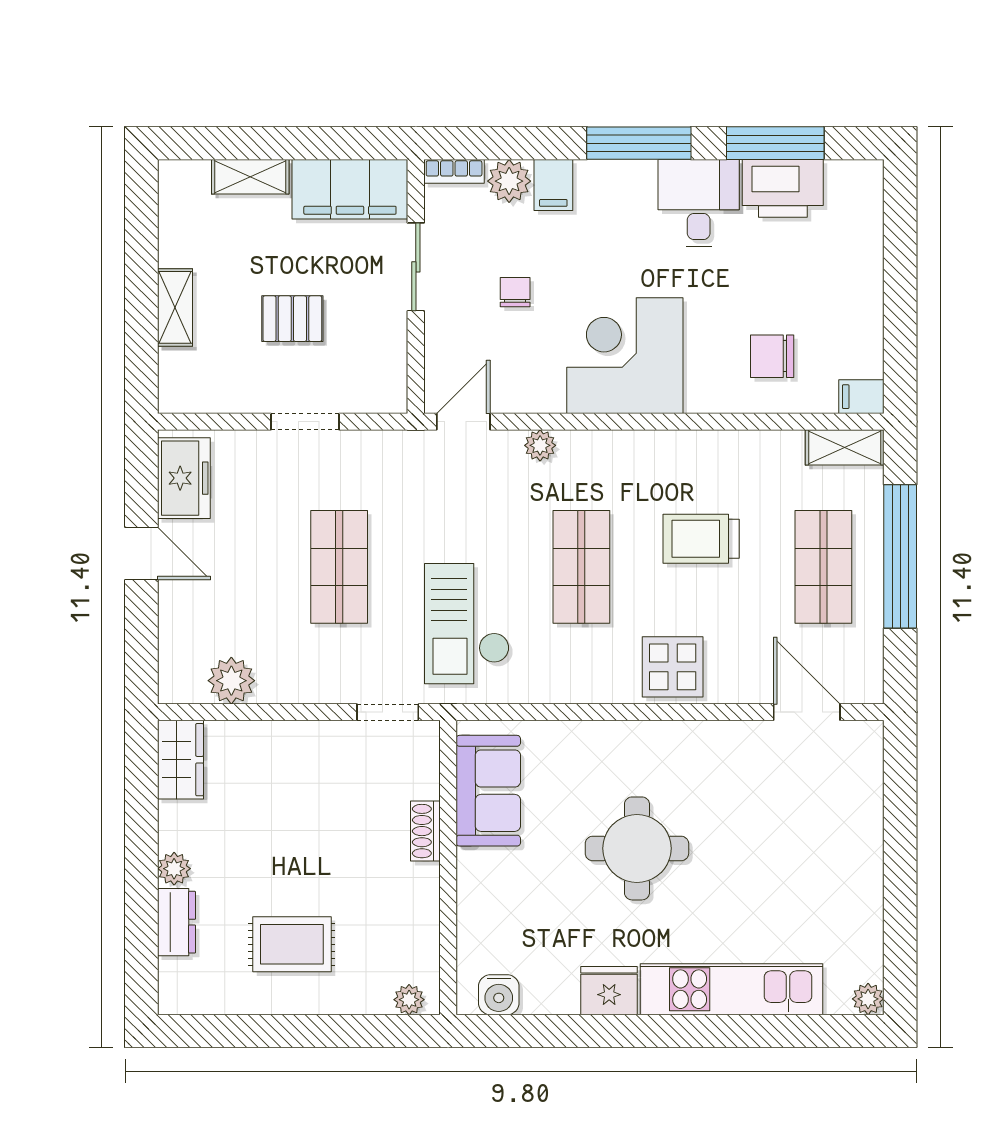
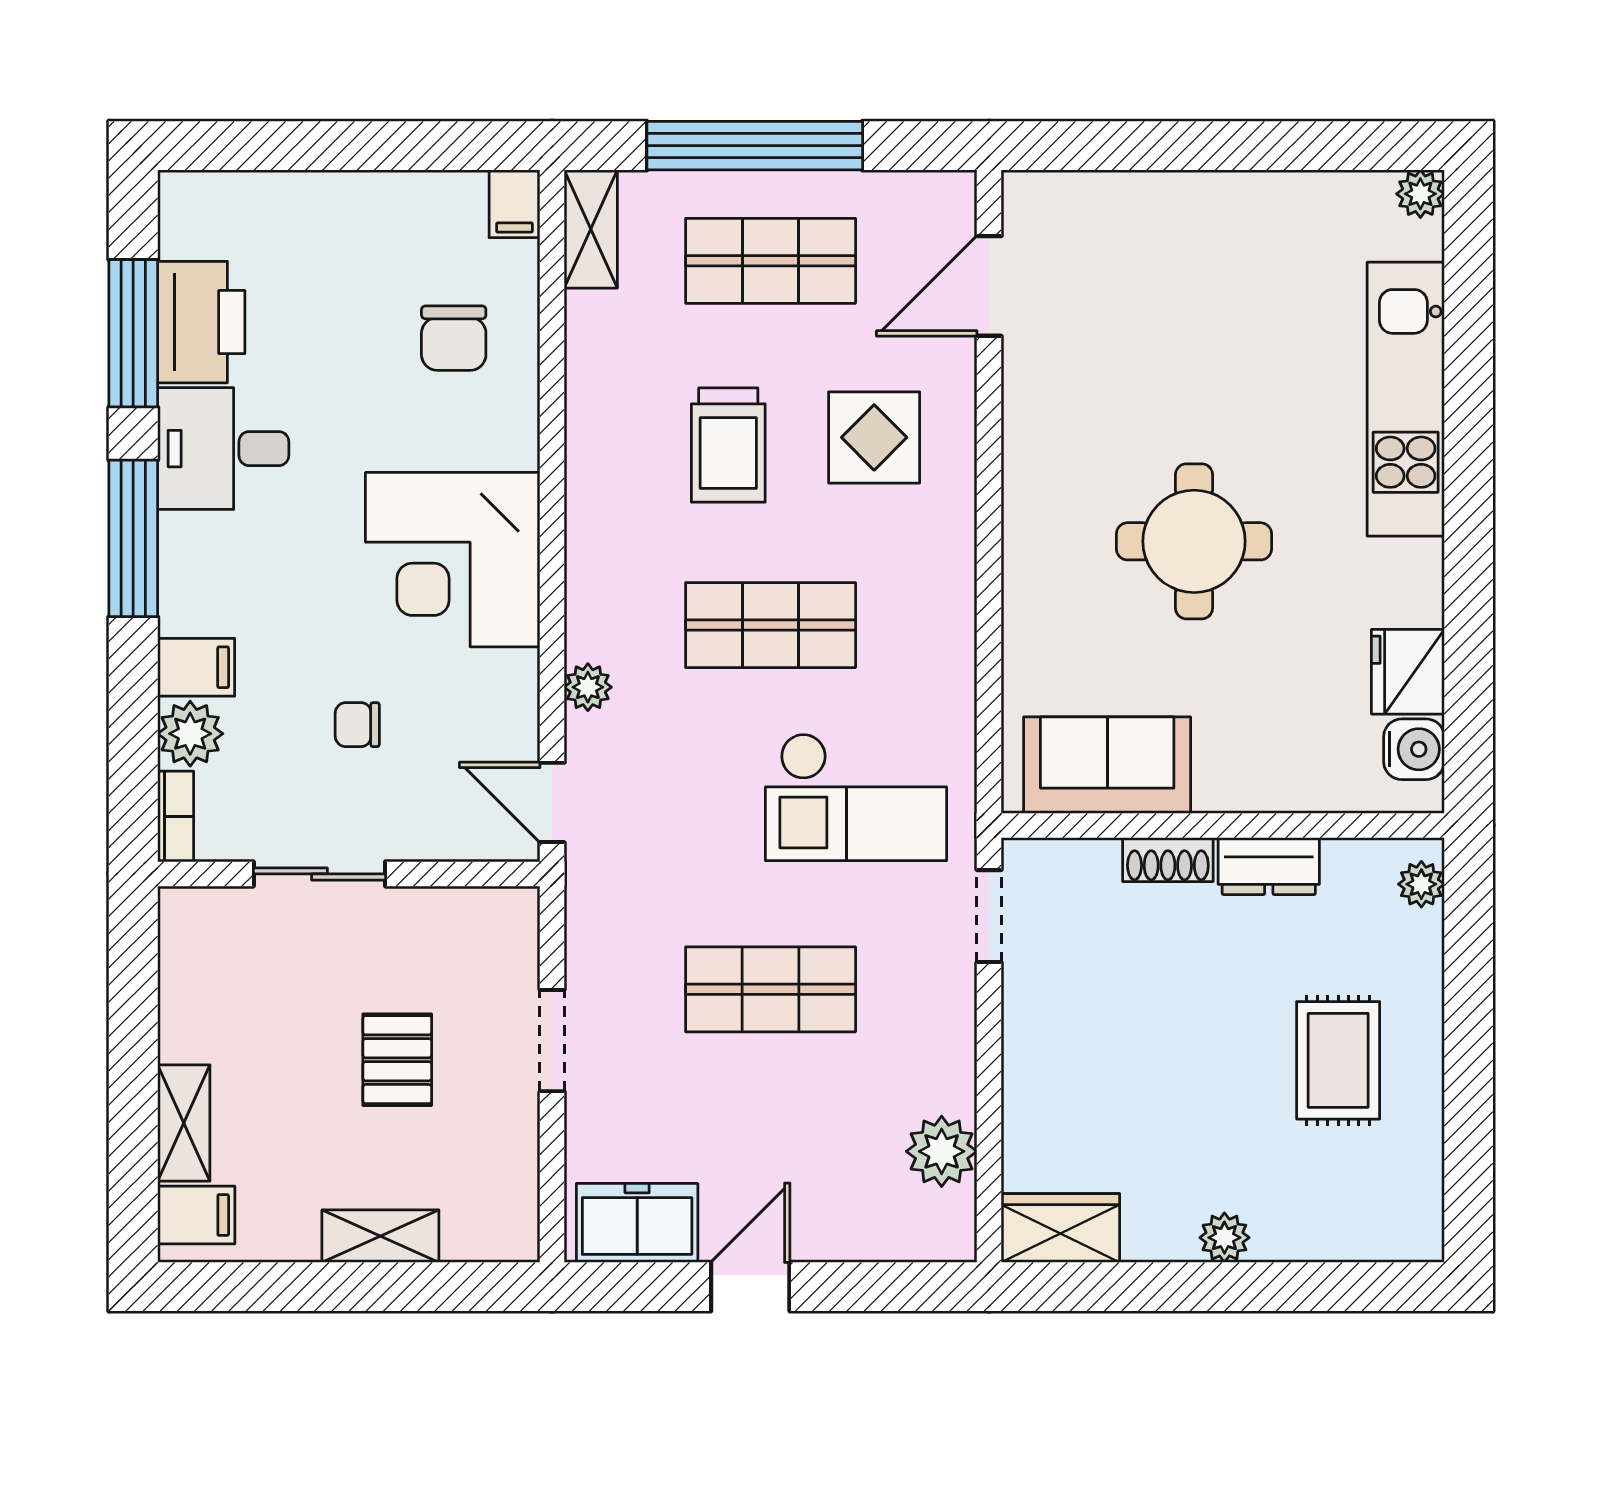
filing cabinet: (350, 189) -> (196, 1215), moved, width x0.33, depth x0.86
display table: (673, 667) -> (874, 437), moved
dresser: (176, 922) -> (1269, 866), moved, turned 180
fridge: (609, 991) -> (1408, 672), moved

